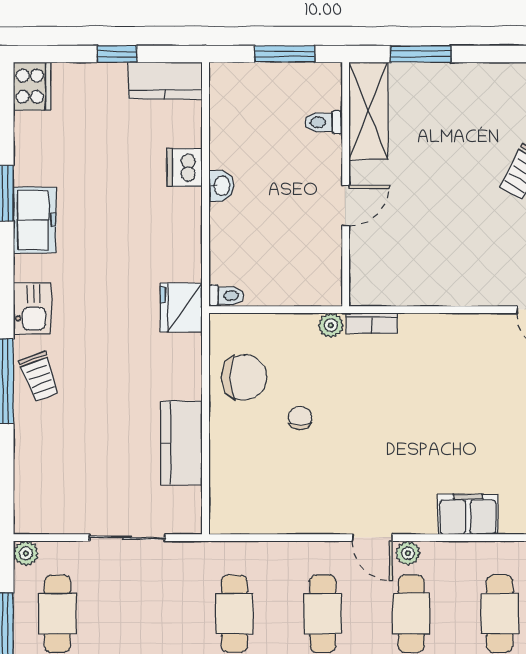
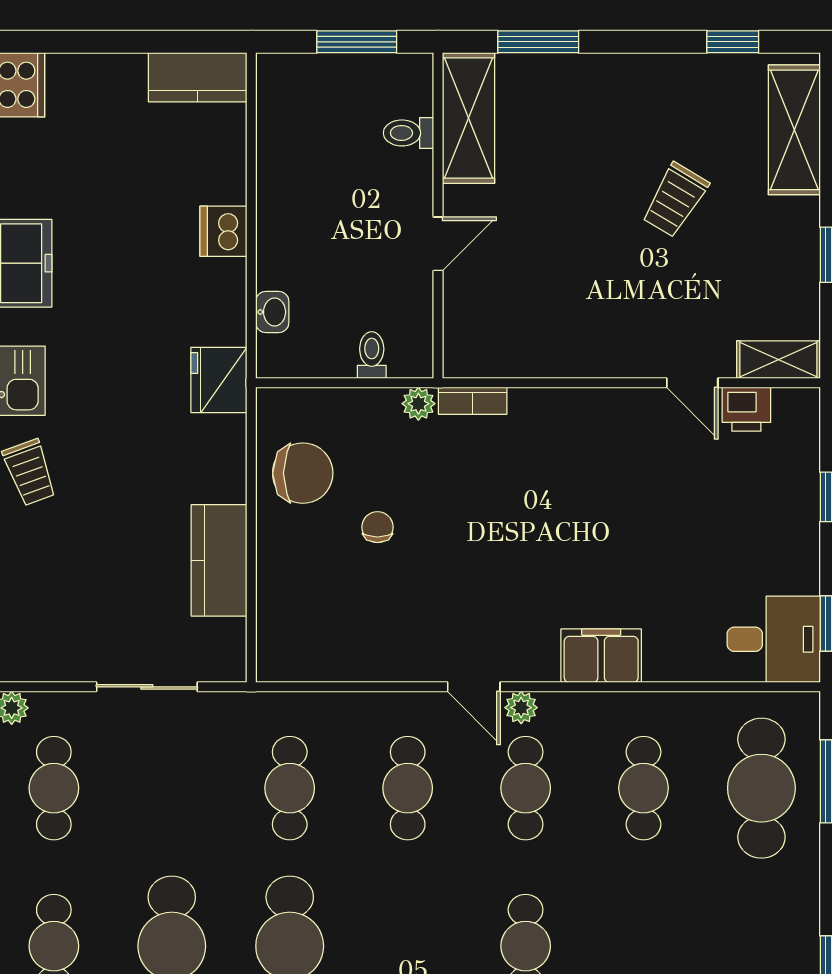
window: (117, 54) -> (133, 42), removed
dishwasher: (185, 167) -> (223, 231), moved
washbasin: (221, 186) -> (272, 312), moved
toilet: (226, 296) -> (372, 355), moved, turned -90

